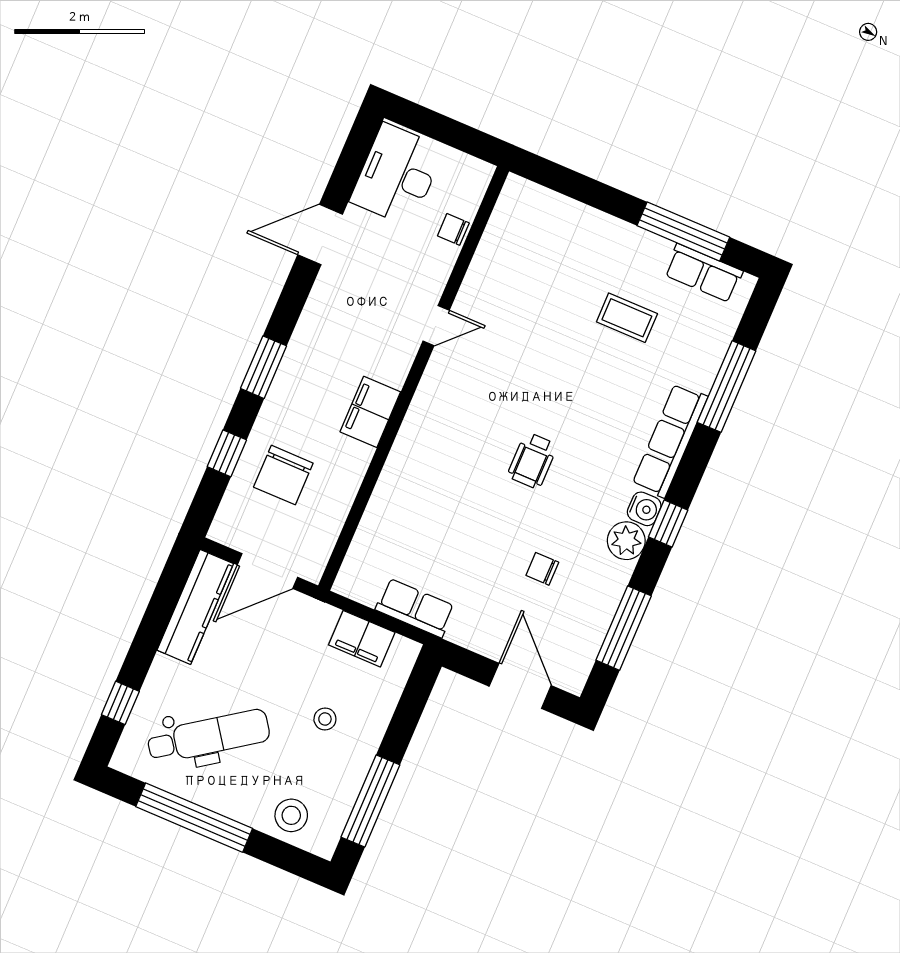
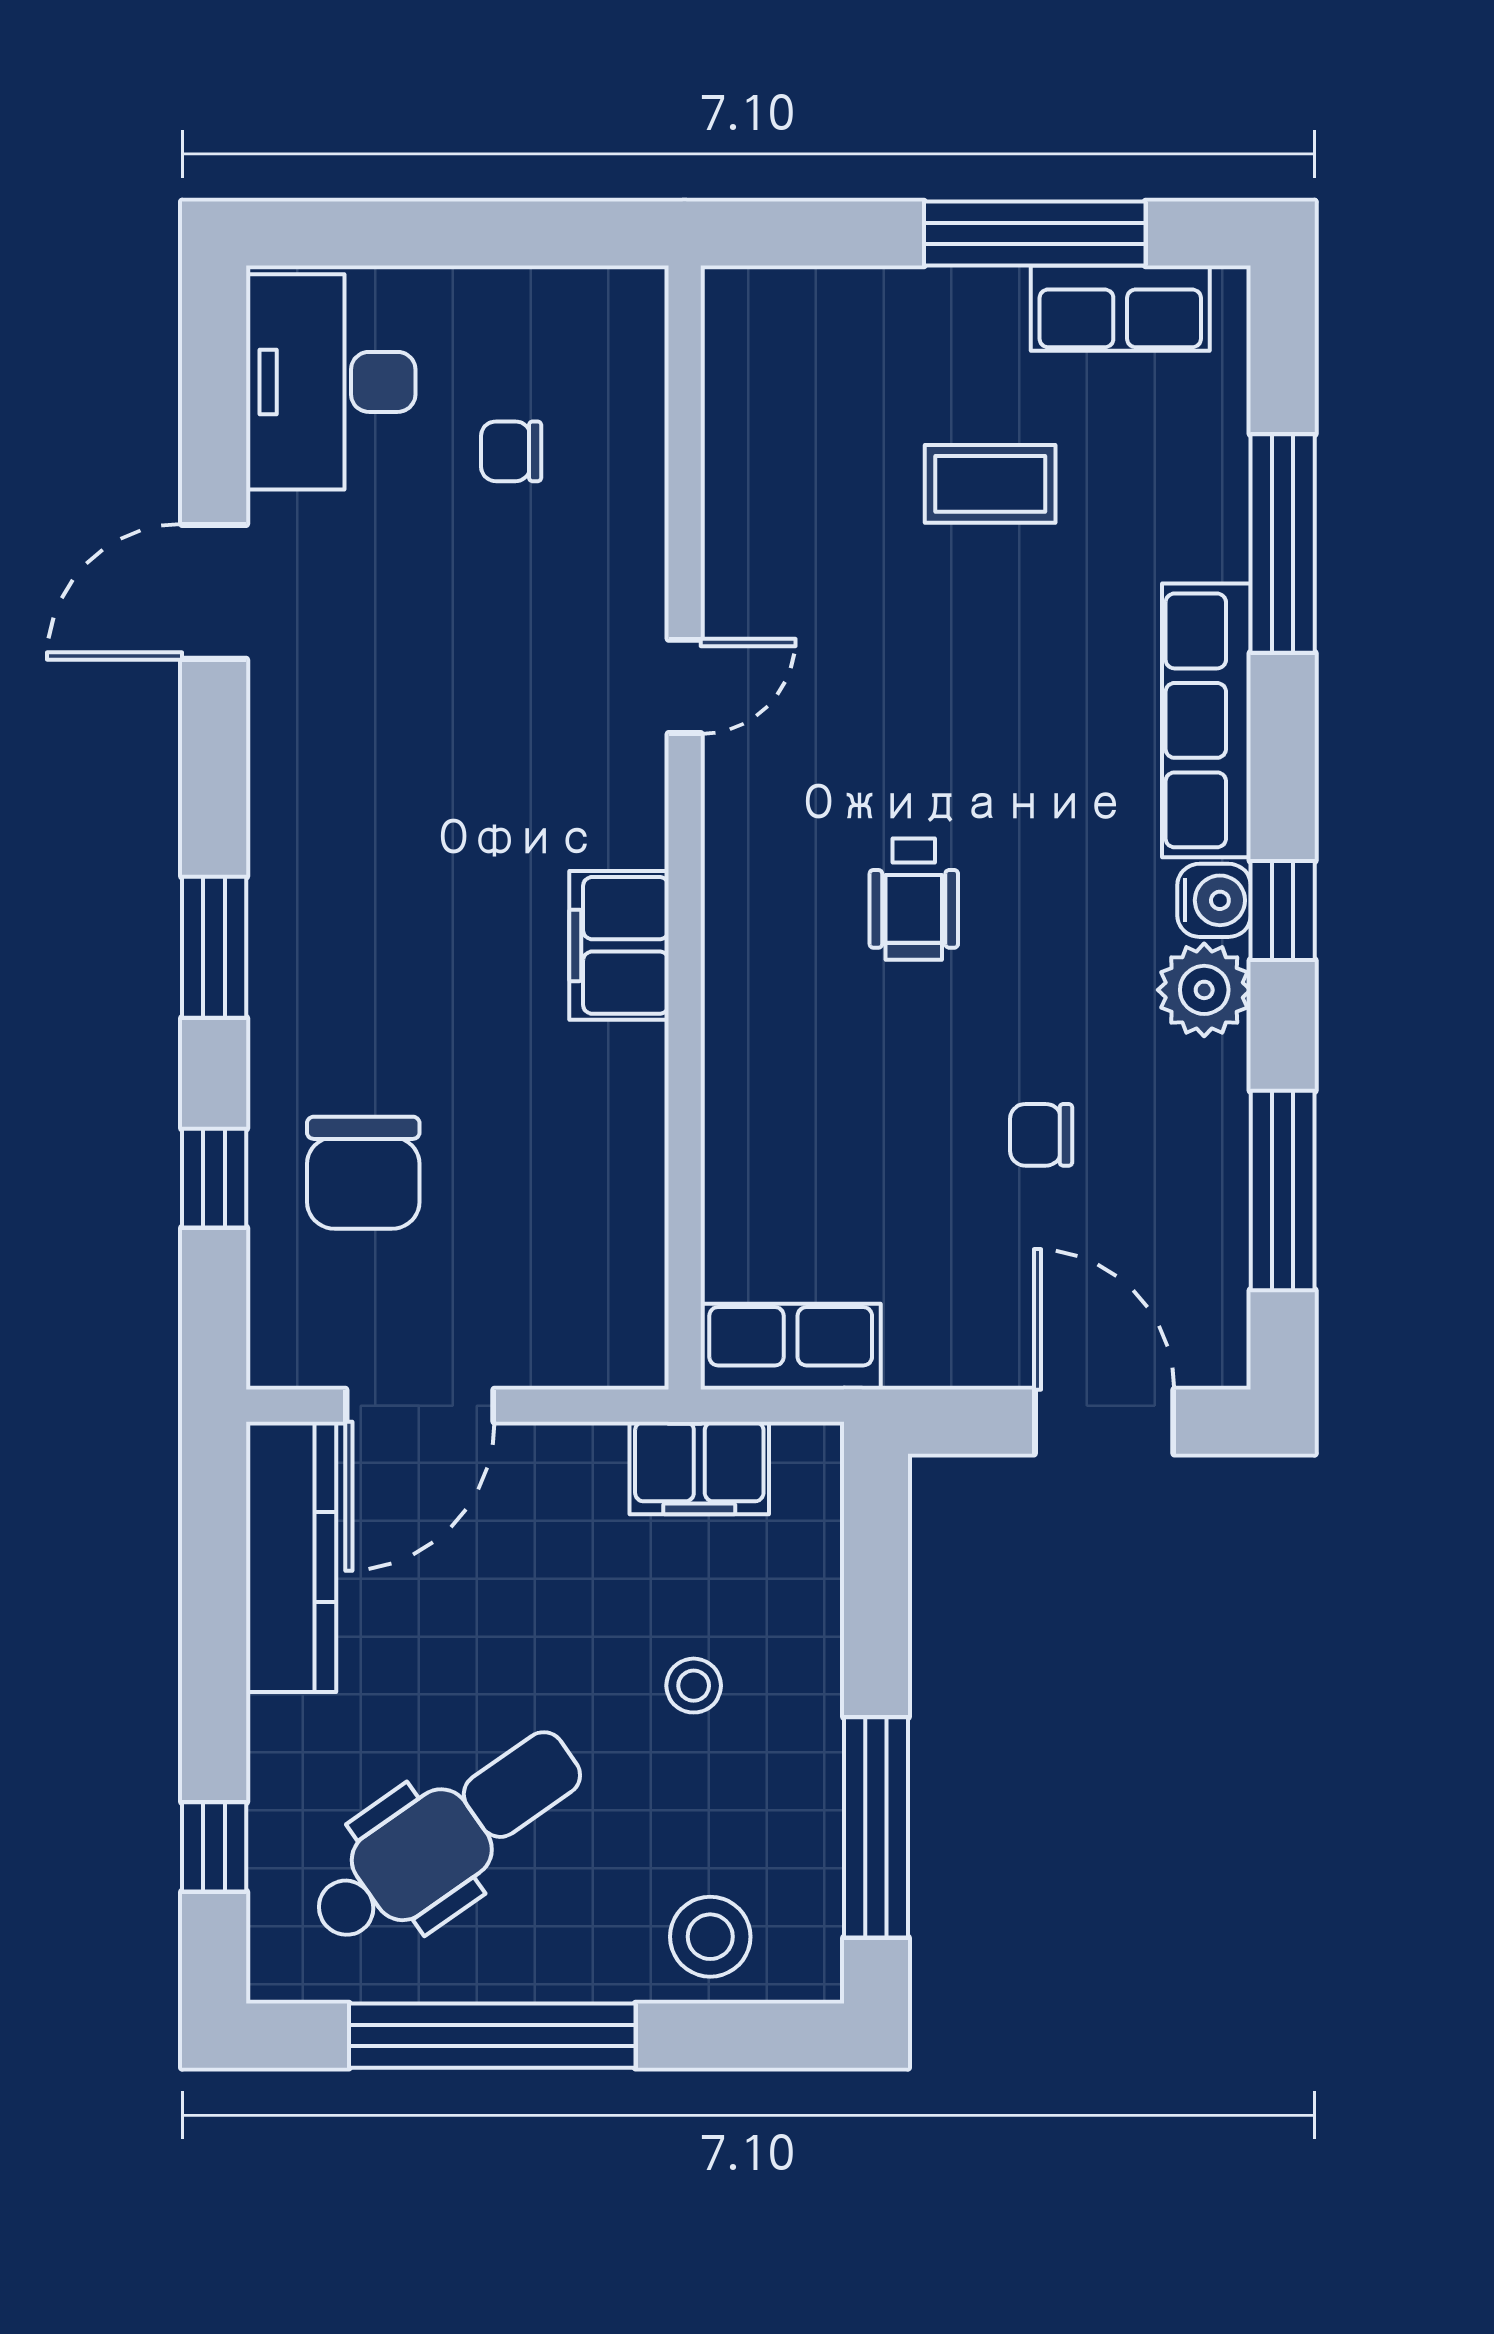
door: (436, 326) -> (685, 686), moved
wall: (414, 378) -> (685, 828), moved
filing cabinet: (370, 412) -> (619, 945), moved

